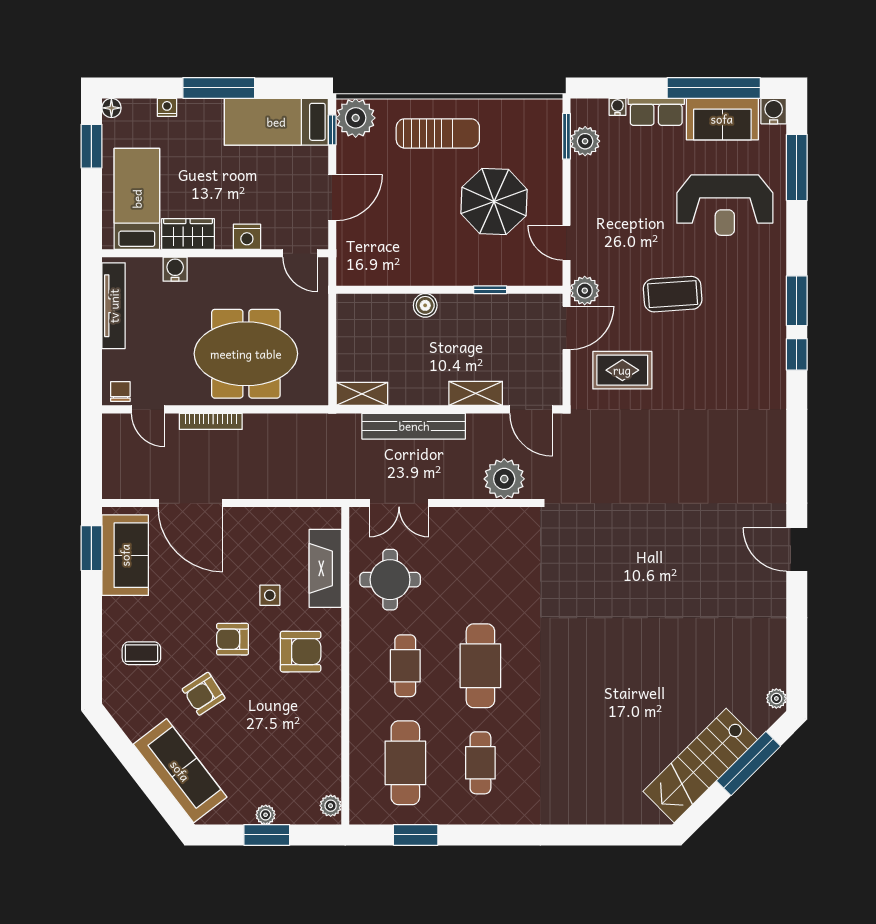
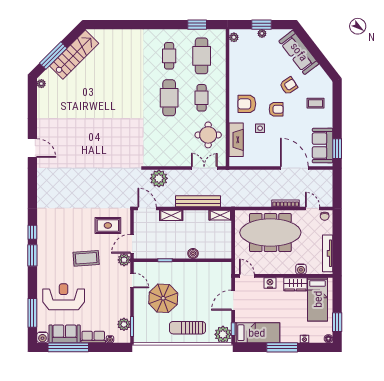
meeting table: (246, 354) -> (270, 233), width x1.36

